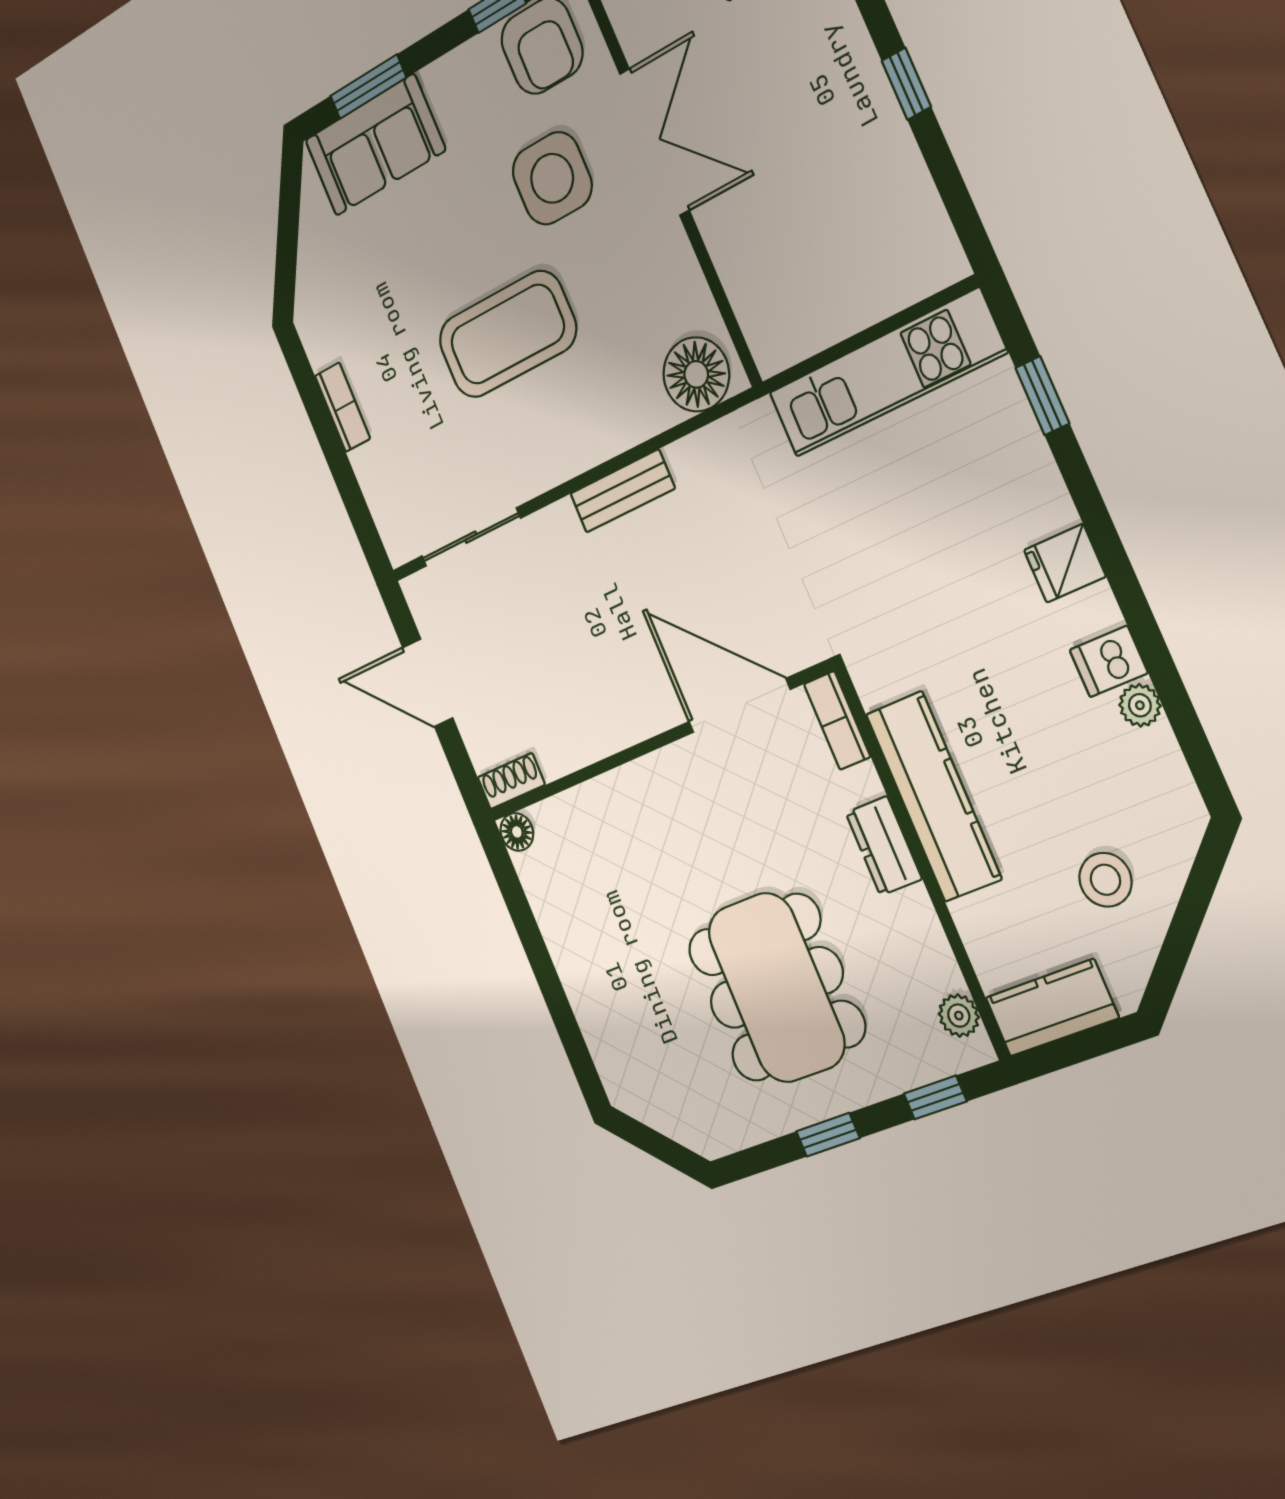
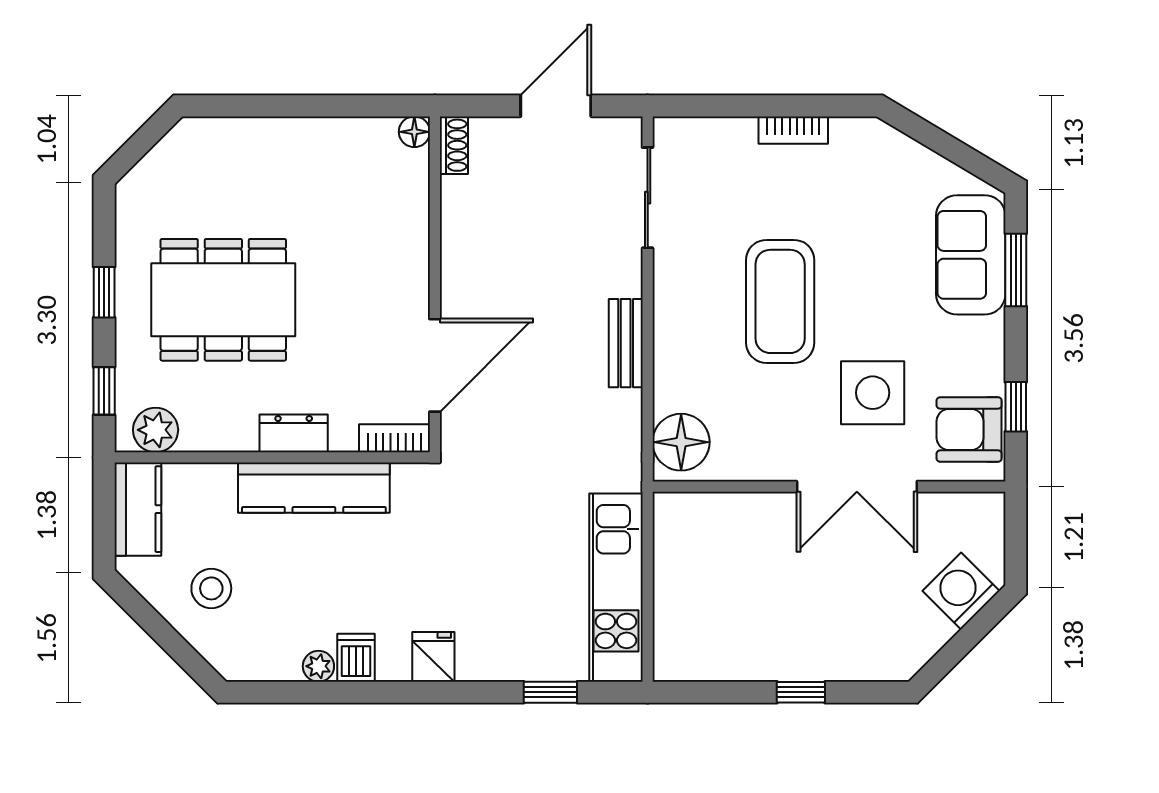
plant: (959, 1016) -> (156, 430), width x1.38, depth x1.38

